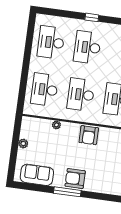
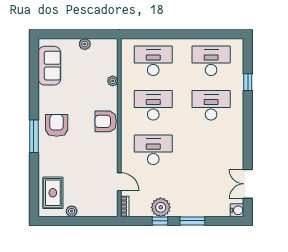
window: (92, 17) -> (248, 82), moved
armchair: (75, 179) -> (57, 125), moved
window: (67, 192) -> (34, 136), moved

